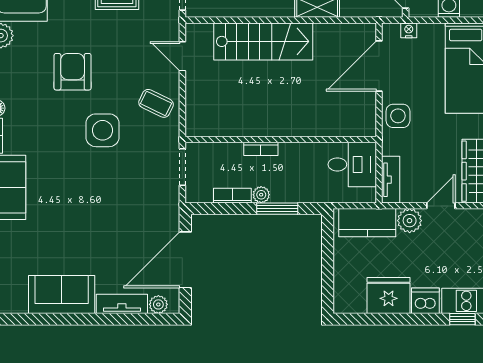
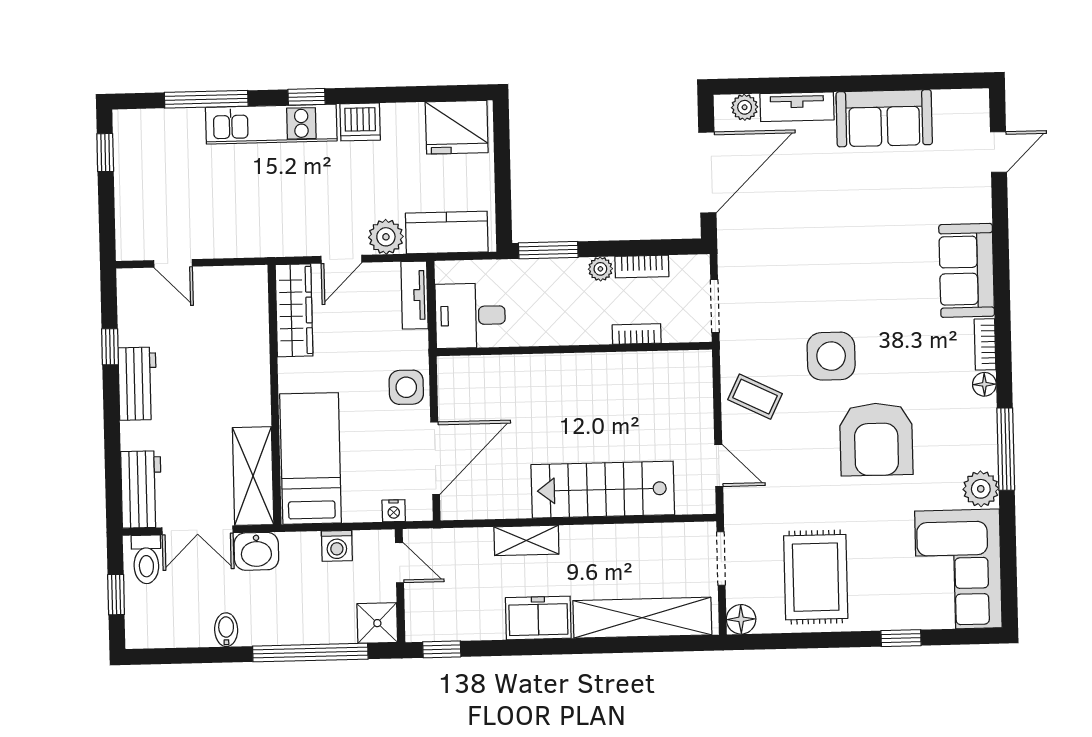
armchair: (73, 72) -> (876, 439), width x1.36, depth x1.36
bookcase: (261, 149) -> (637, 334), moved
window: (277, 209) -> (548, 250), moved
fridge: (389, 295) -> (457, 127), moved

